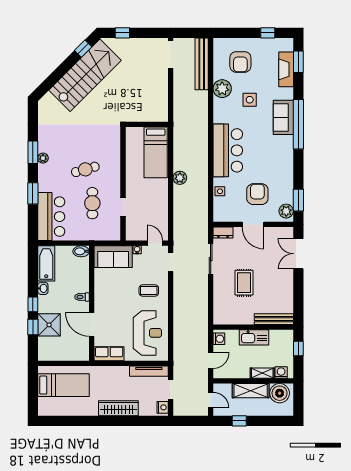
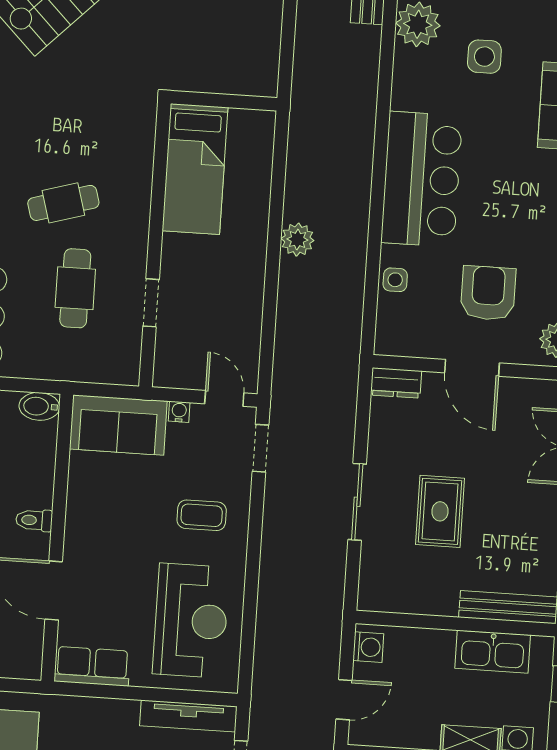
bed: (156, 152) -> (195, 169), moved
sliding door: (211, 259) -> (357, 502), moved
kitchen sink: (254, 337) -> (493, 652), moved

